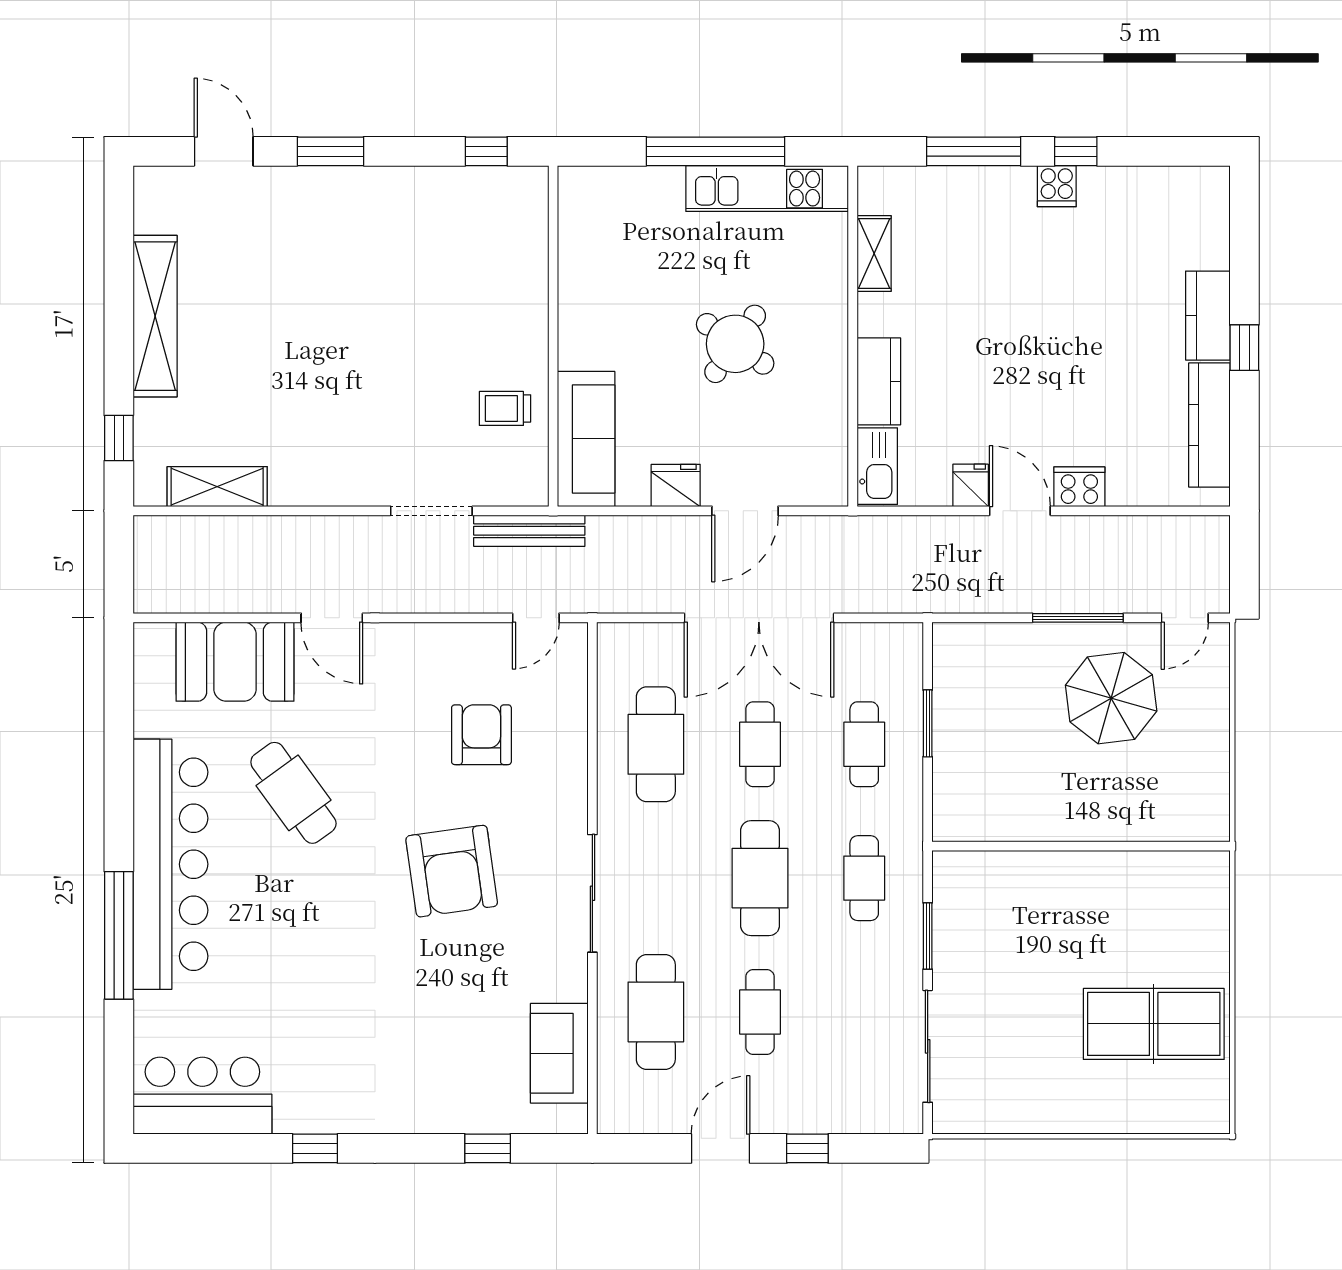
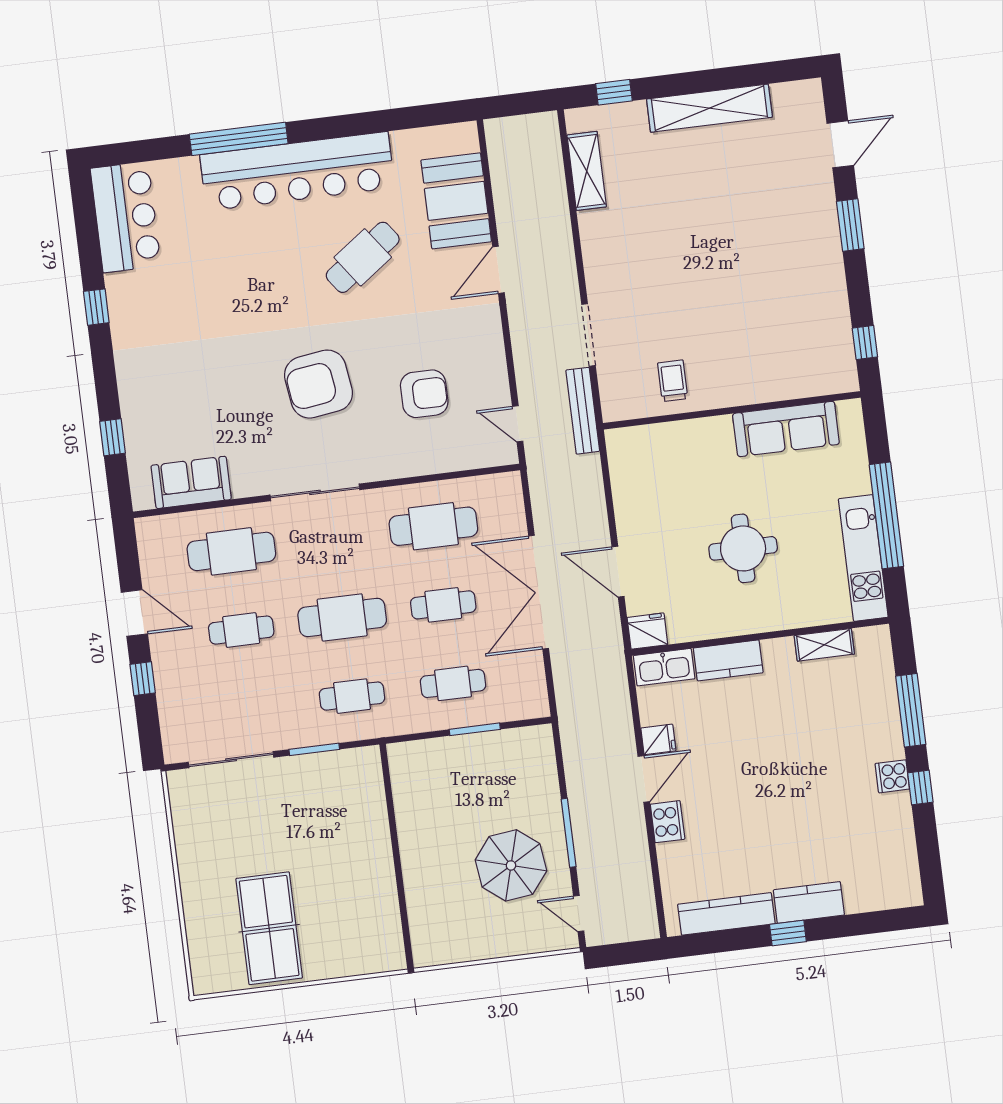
round table: (735, 344) -> (743, 548), turned -35
sofa: (586, 439) -> (786, 429), moved
fridge: (676, 485) -> (647, 631), moved, turned -90

